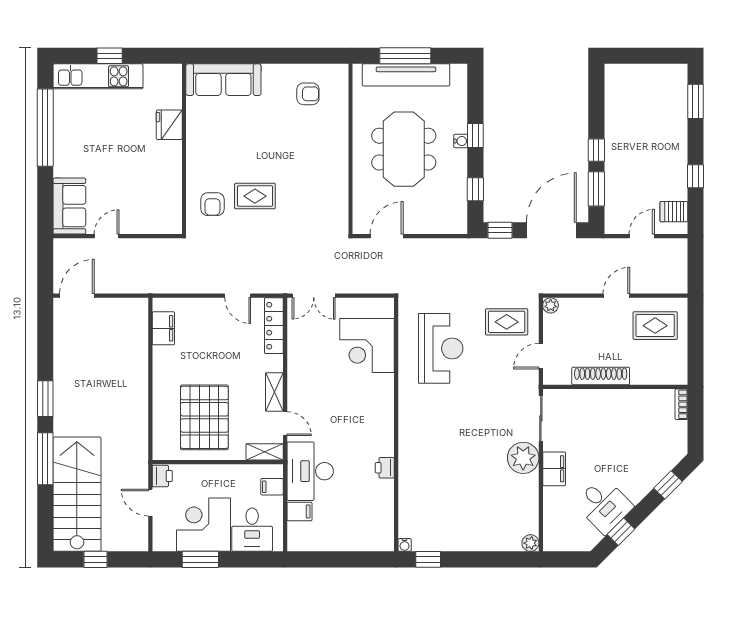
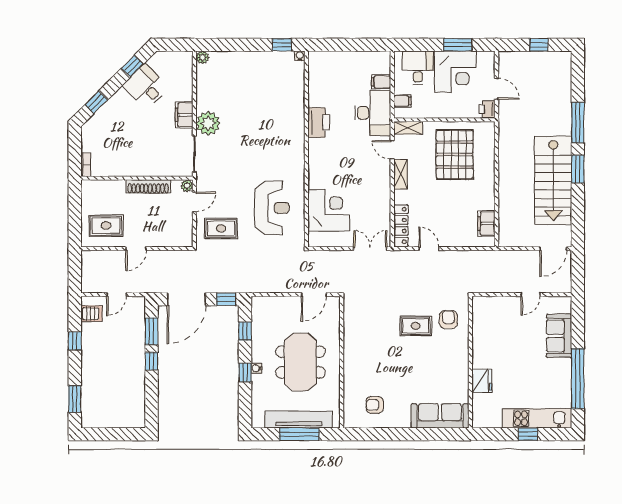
sofa: (69, 206) -> (559, 336), moved
plant: (551, 305) -> (187, 186), moved
reception desk: (441, 348) -> (272, 208), turned 180
printer: (385, 468) -> (319, 123), width x1.87, depth x1.48
stairs: (77, 494) -> (553, 180), moved

